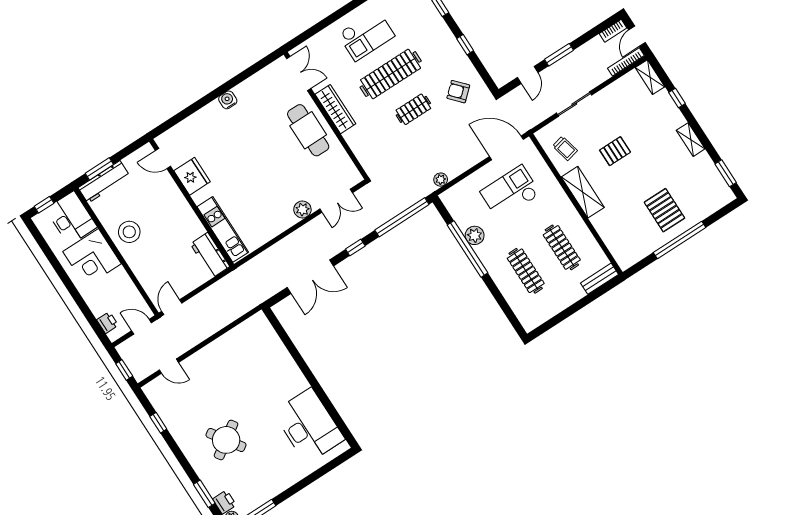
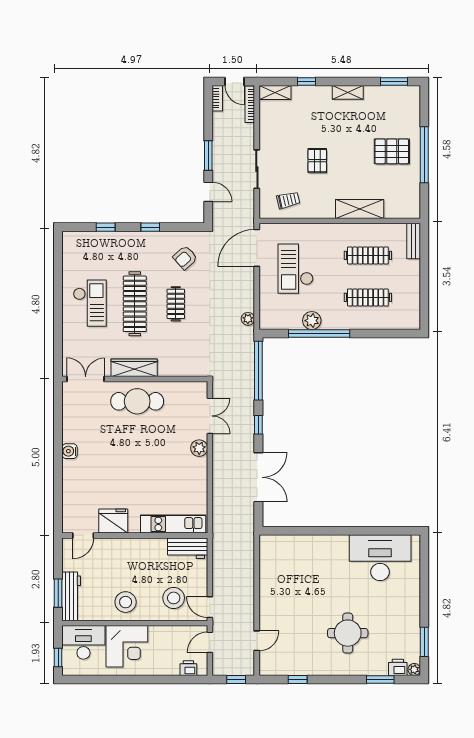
shelving: (583, 192) -> (360, 209), moved
stool: (159, 271) -> (174, 598), added
round table: (226, 440) -> (348, 633), turned 34

